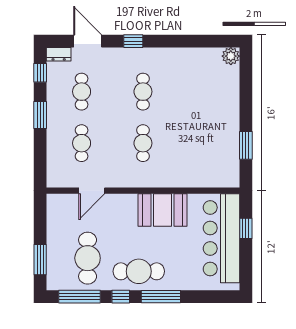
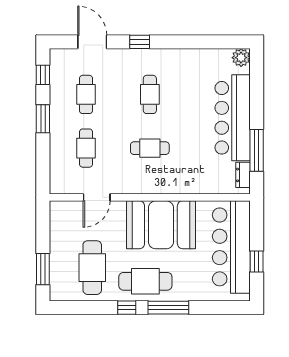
dresser: (59, 54) -> (243, 175), moved, turned 90
bar counter: (223, 114) -> (233, 118), added
cafe table: (143, 143) -> (150, 148), turned 90
window: (246, 145) -> (257, 150), width x1.44
booth: (163, 210) -> (161, 225), width x1.36, depth x1.42
window: (246, 228) -> (257, 262), moved
window: (79, 297) -> (84, 308), removed

